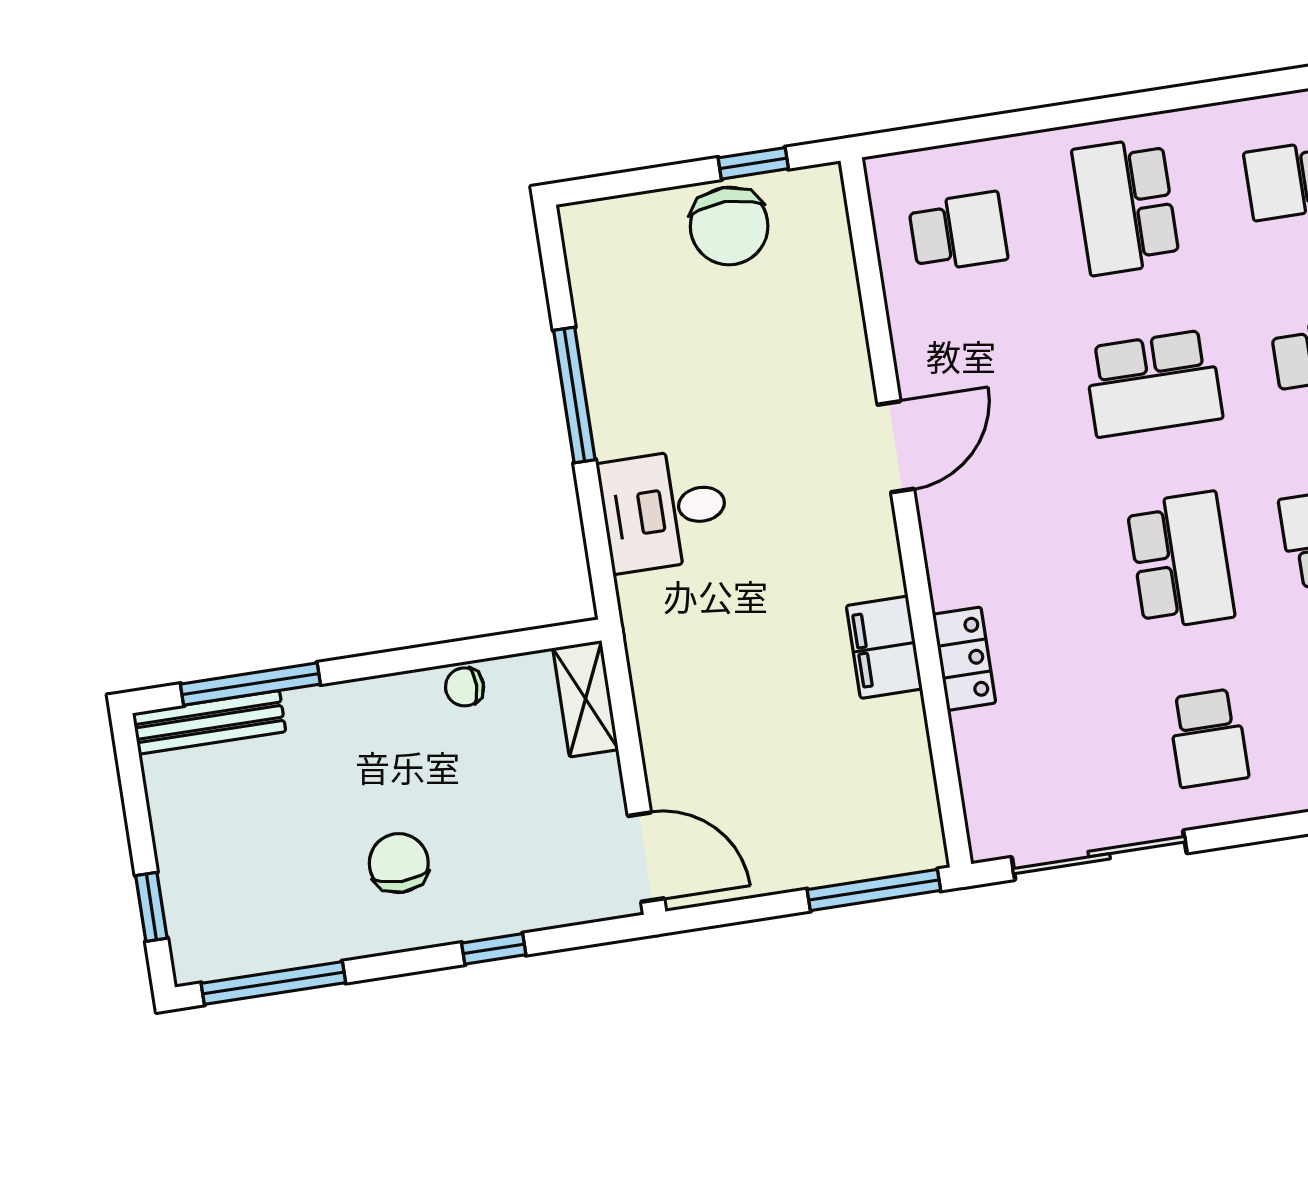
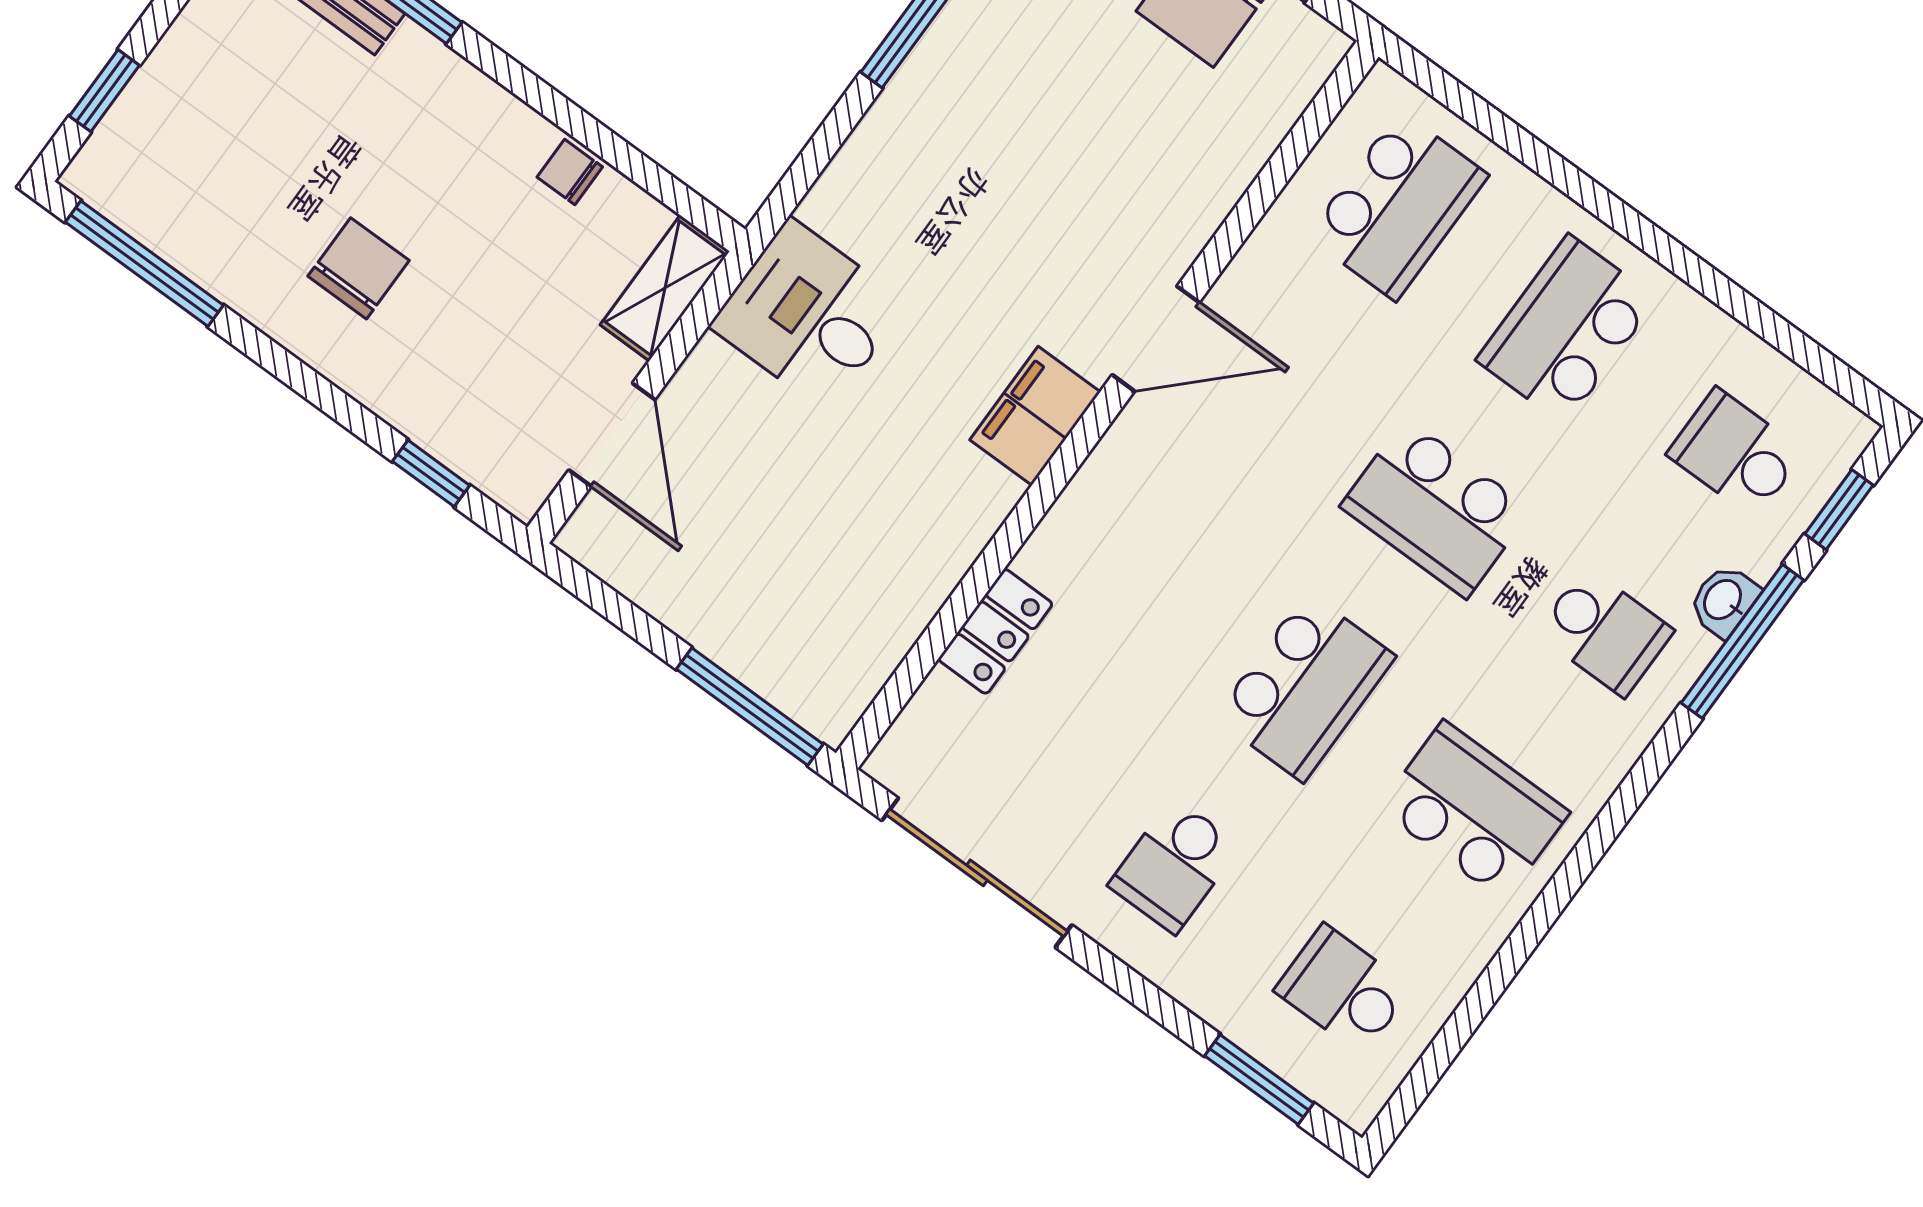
school desk: (958, 232) -> (1398, 206), width x1.85
desk: (664, 510) -> (809, 315), moved
filing cabinet: (884, 647) -> (1035, 416), moved
locker: (964, 659) -> (995, 631), moved
door: (646, 857) -> (612, 435), moved
window: (494, 949) -> (431, 473), moved

